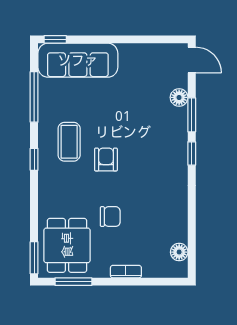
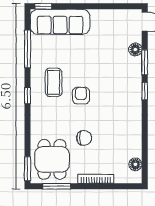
bookcase: (126, 272) -> (96, 179), width x1.56

